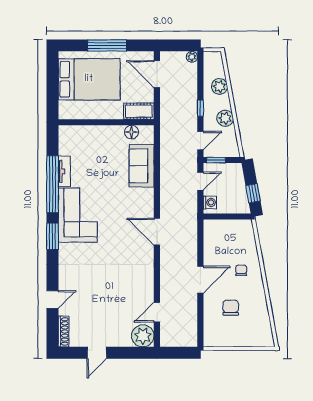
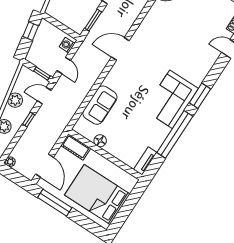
window: (107, 45) -> (55, 203), moved
floor lamp: (132, 132) -> (100, 141), moved
tv unit: (64, 171) -> (145, 161), moved
door: (200, 181) -> (64, 65), swing flipped
door: (157, 232) -> (120, 49), swing flipped
window: (200, 242) -> (93, 20), added

